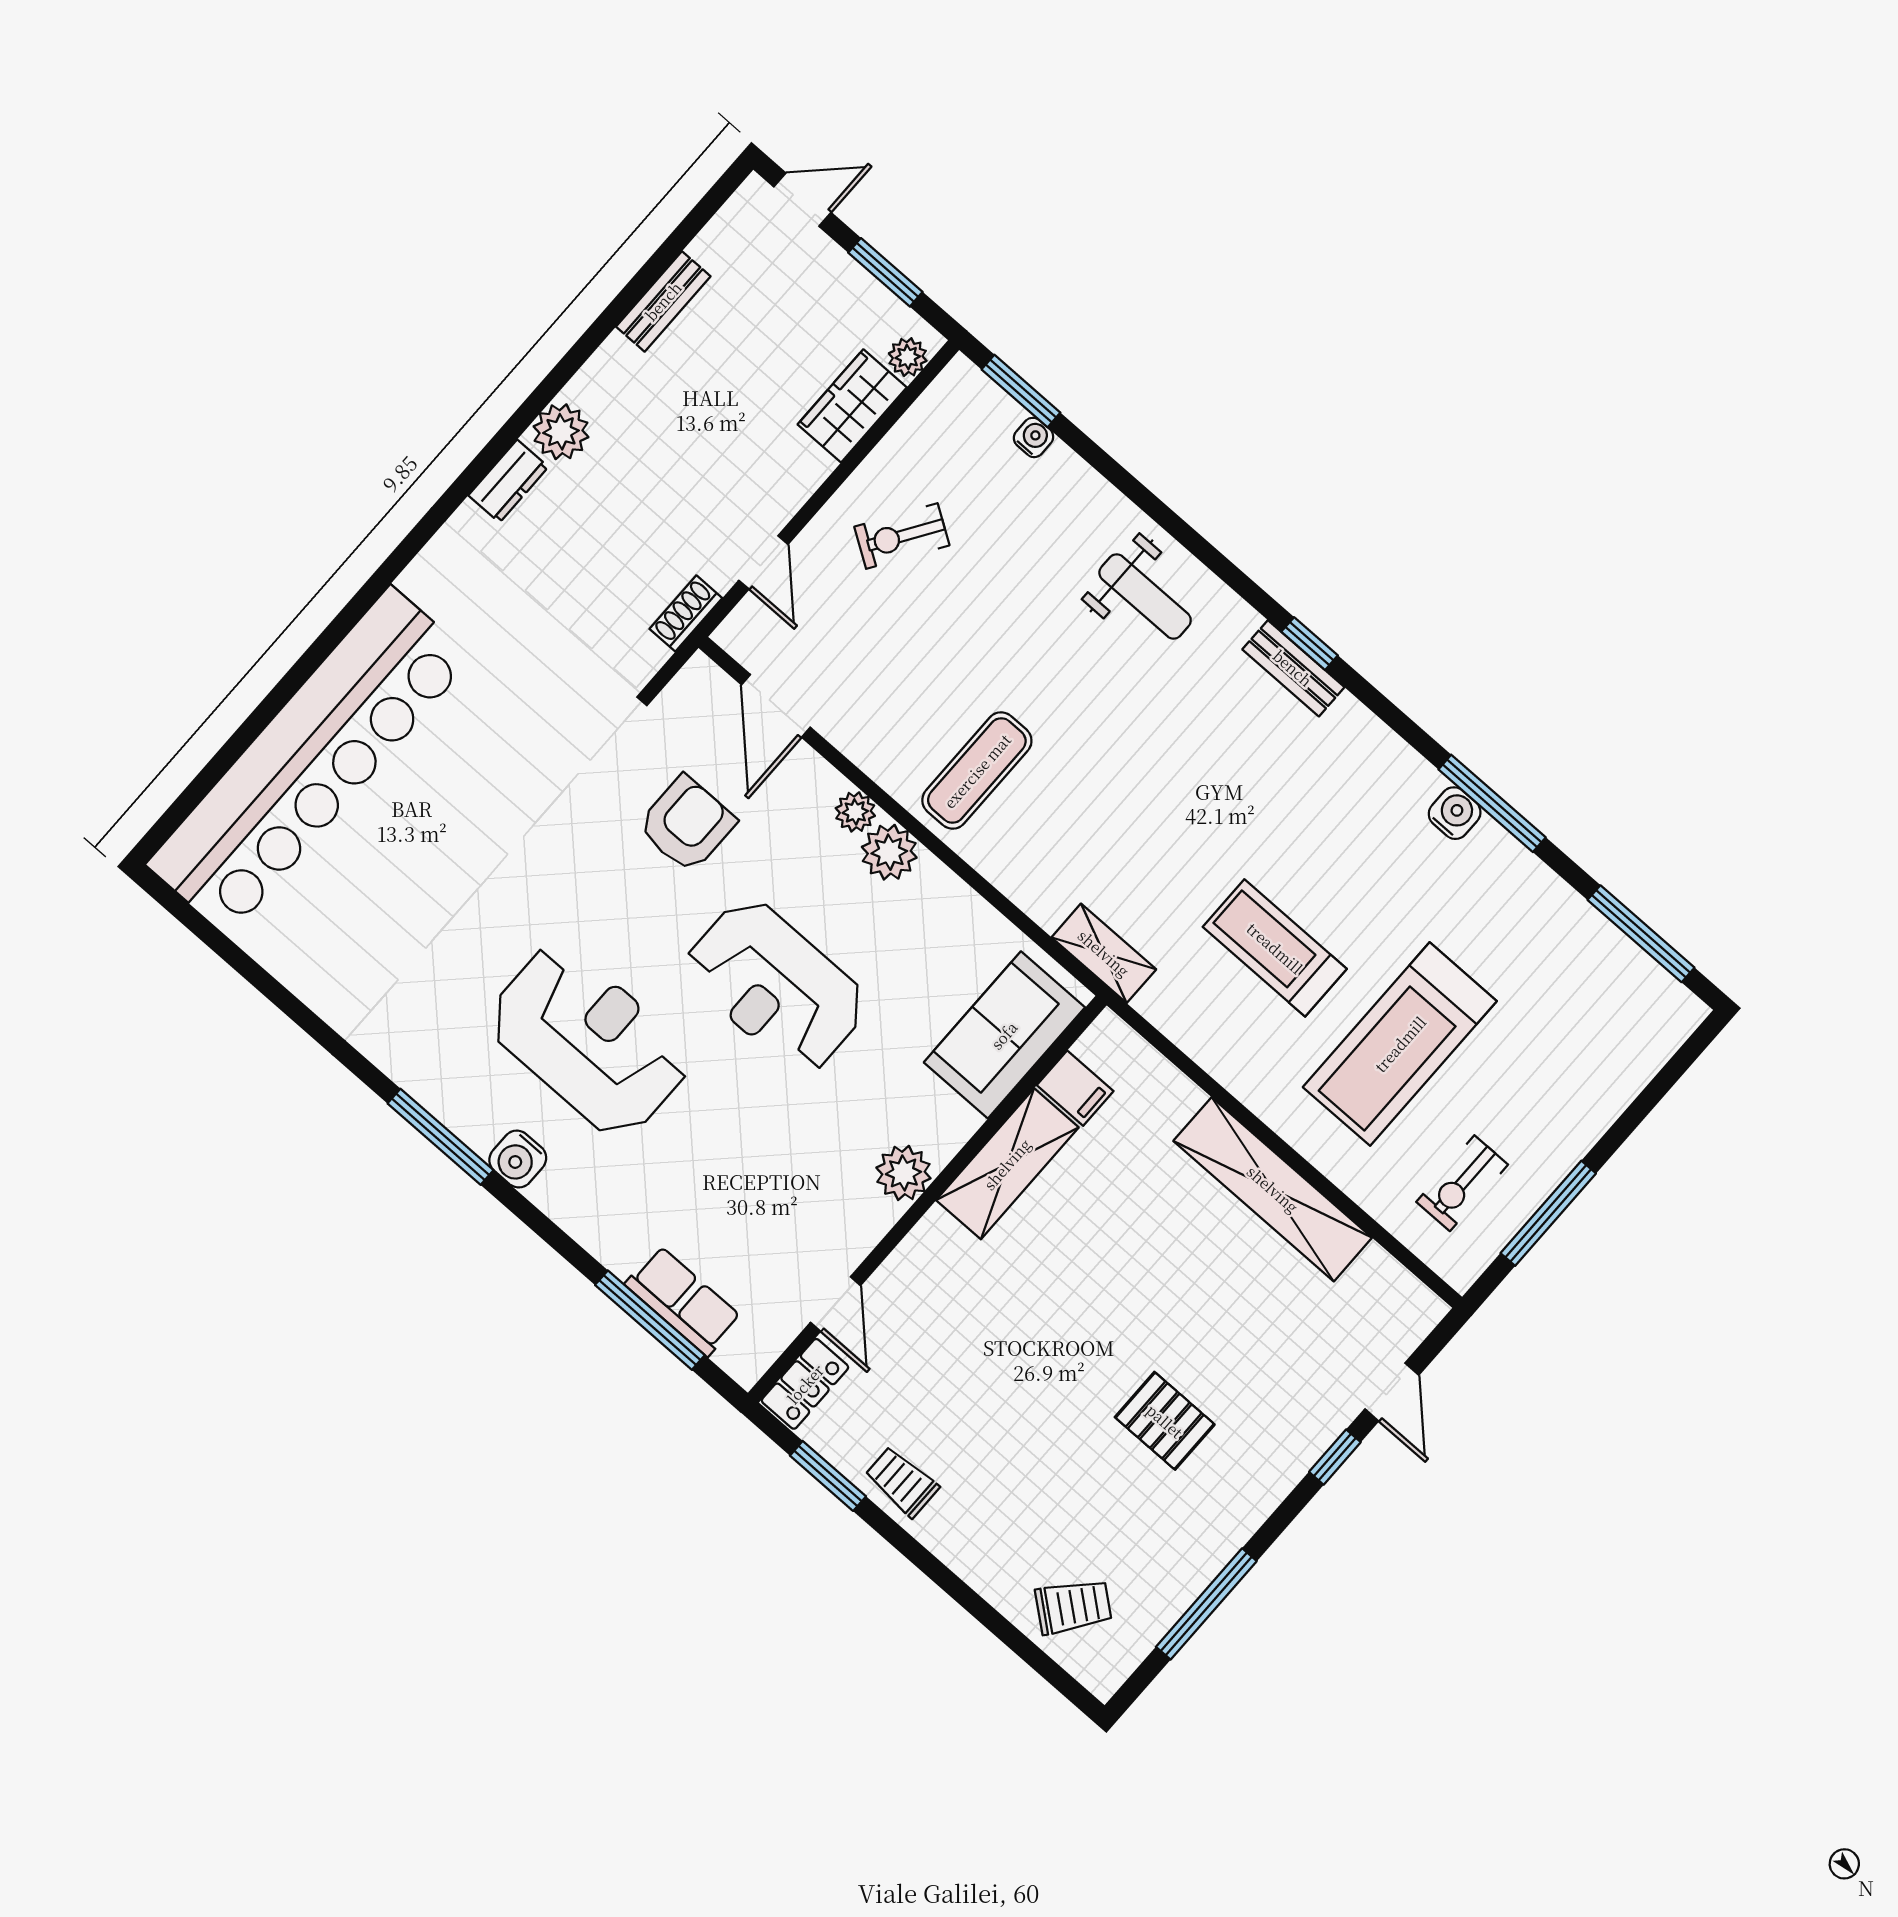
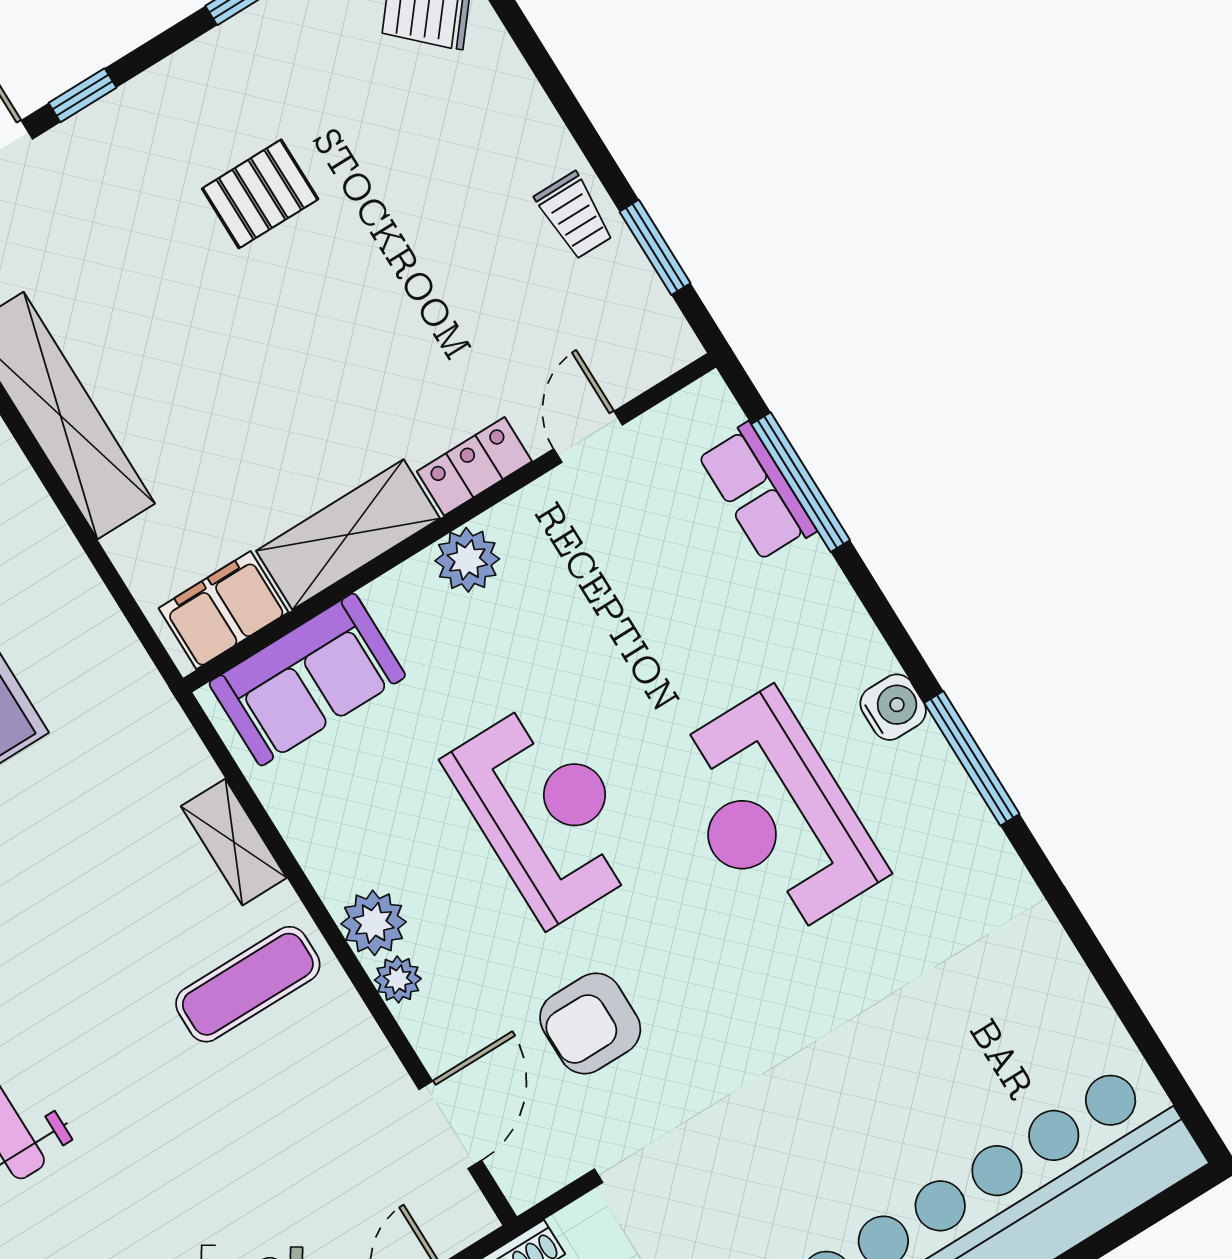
shelving: (1104, 953) -> (234, 842), moved
filing cabinet: (1075, 1088) -> (224, 610), width x2.00
locker: (805, 1384) -> (474, 466), moved
pallet: (1165, 1421) -> (260, 194), turned 90

